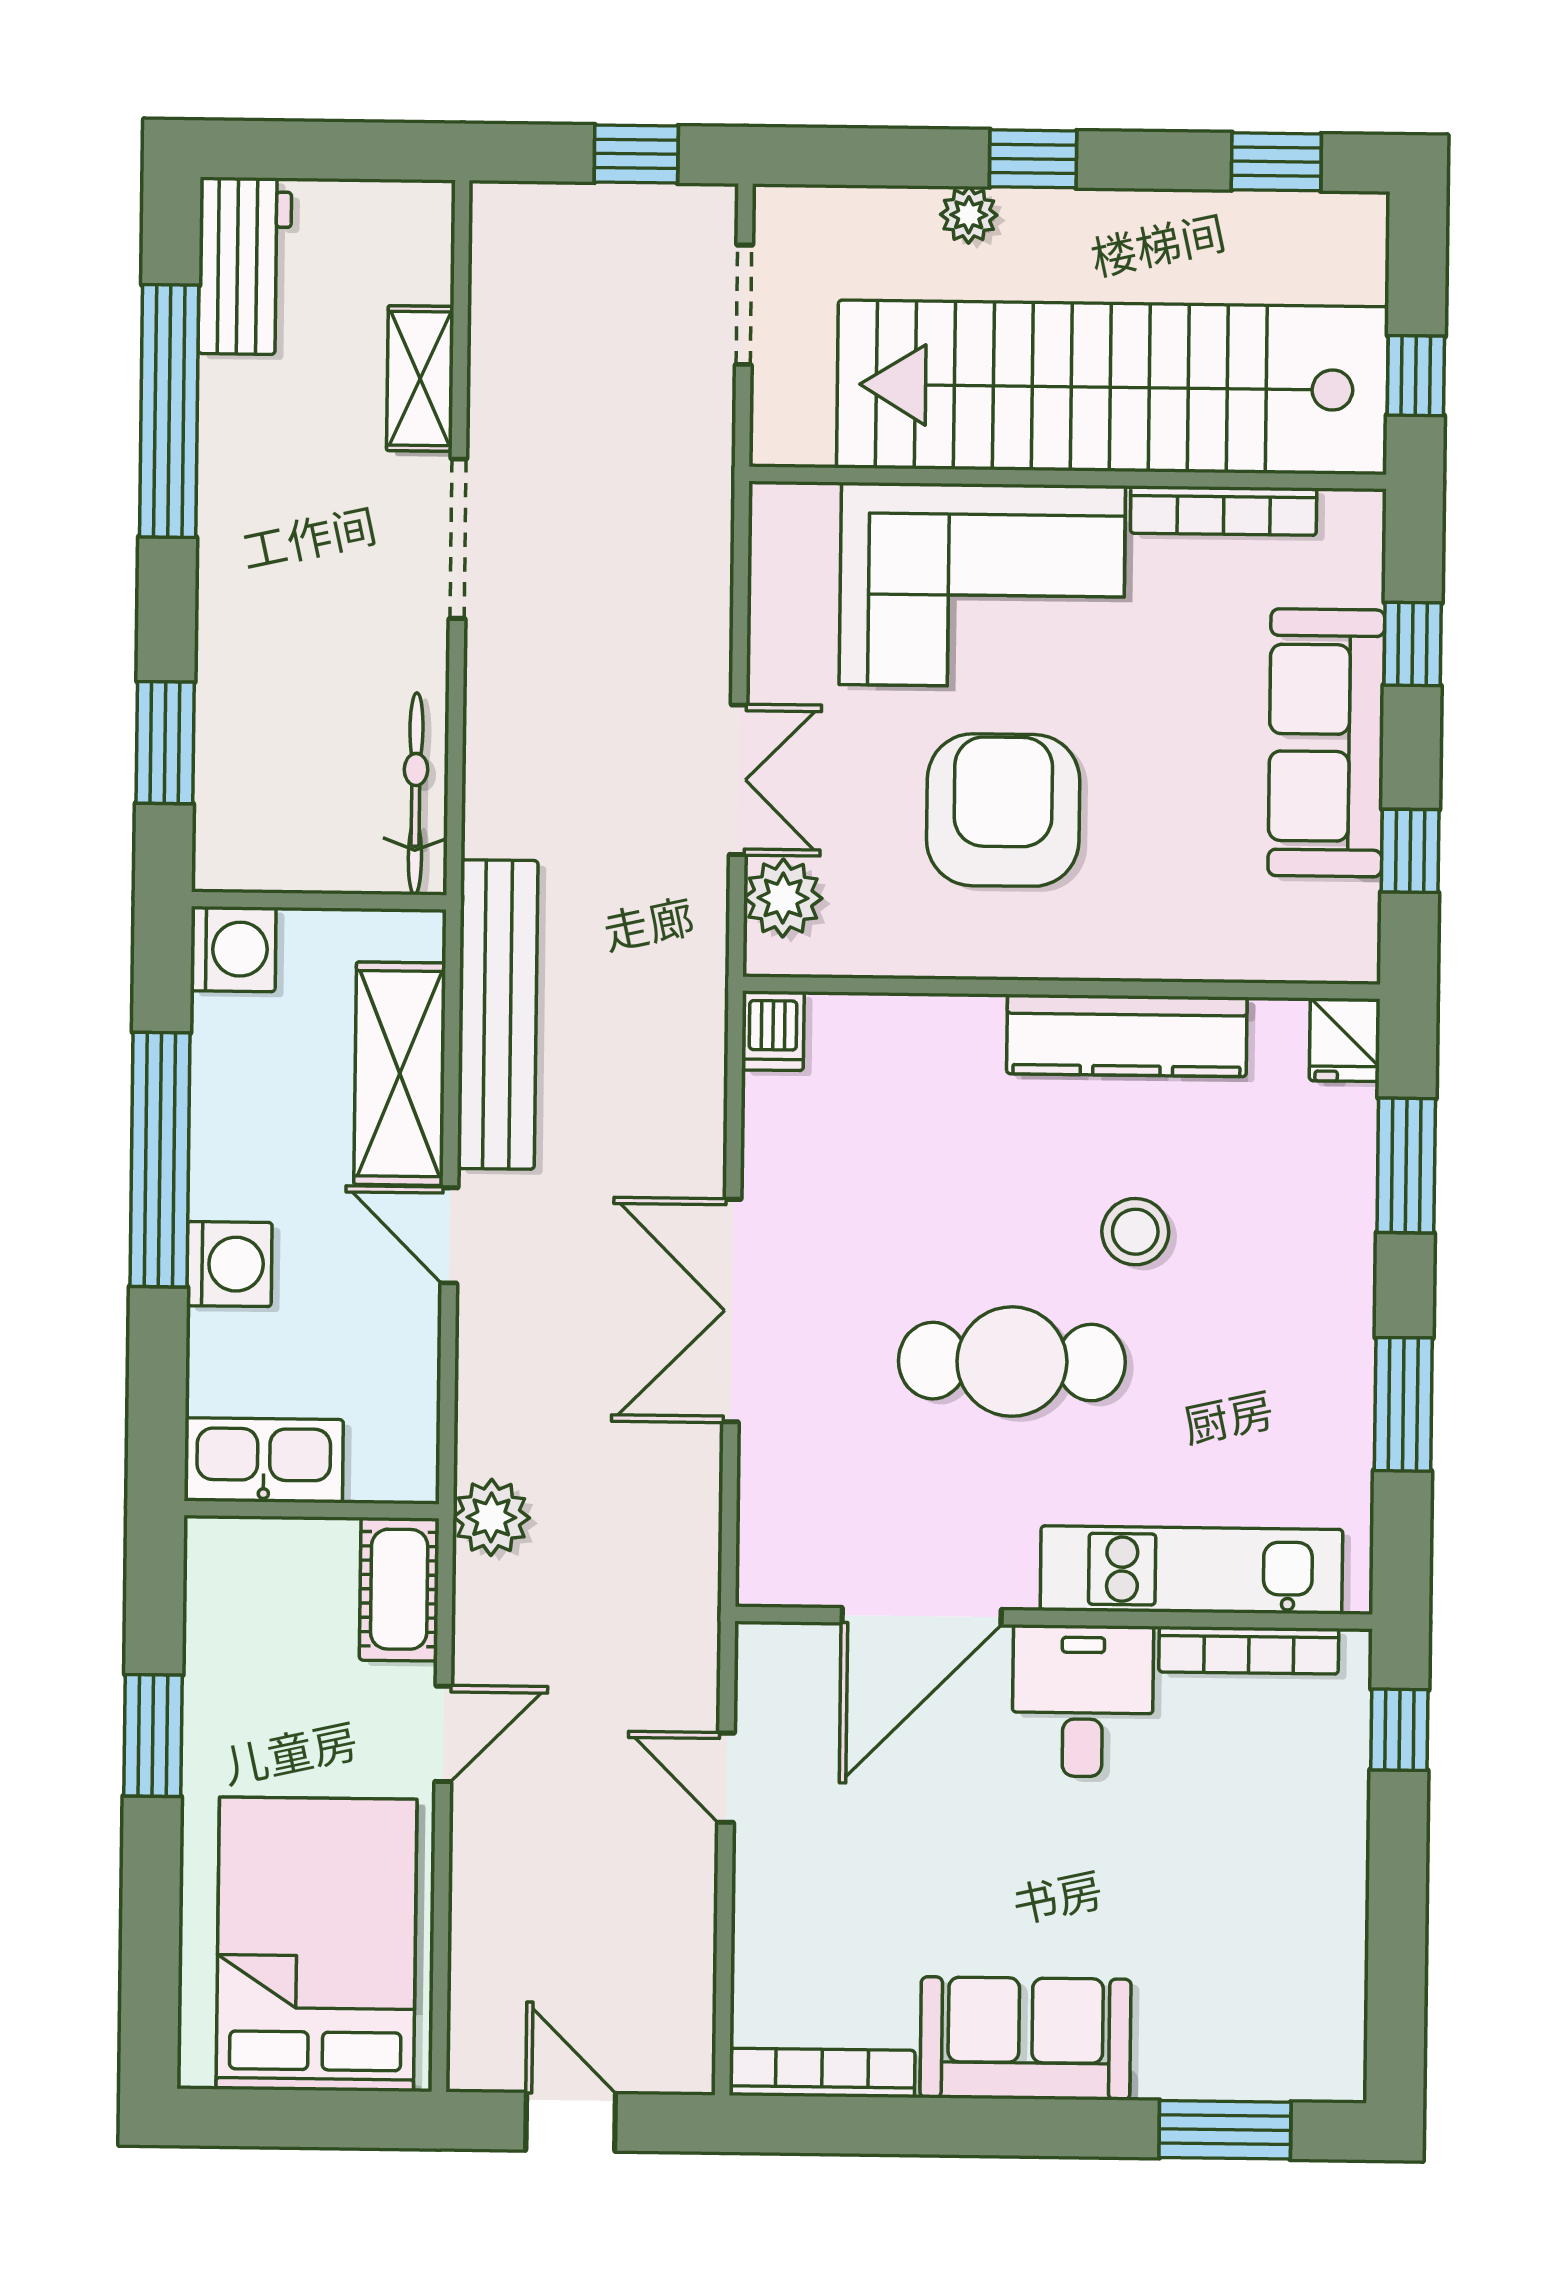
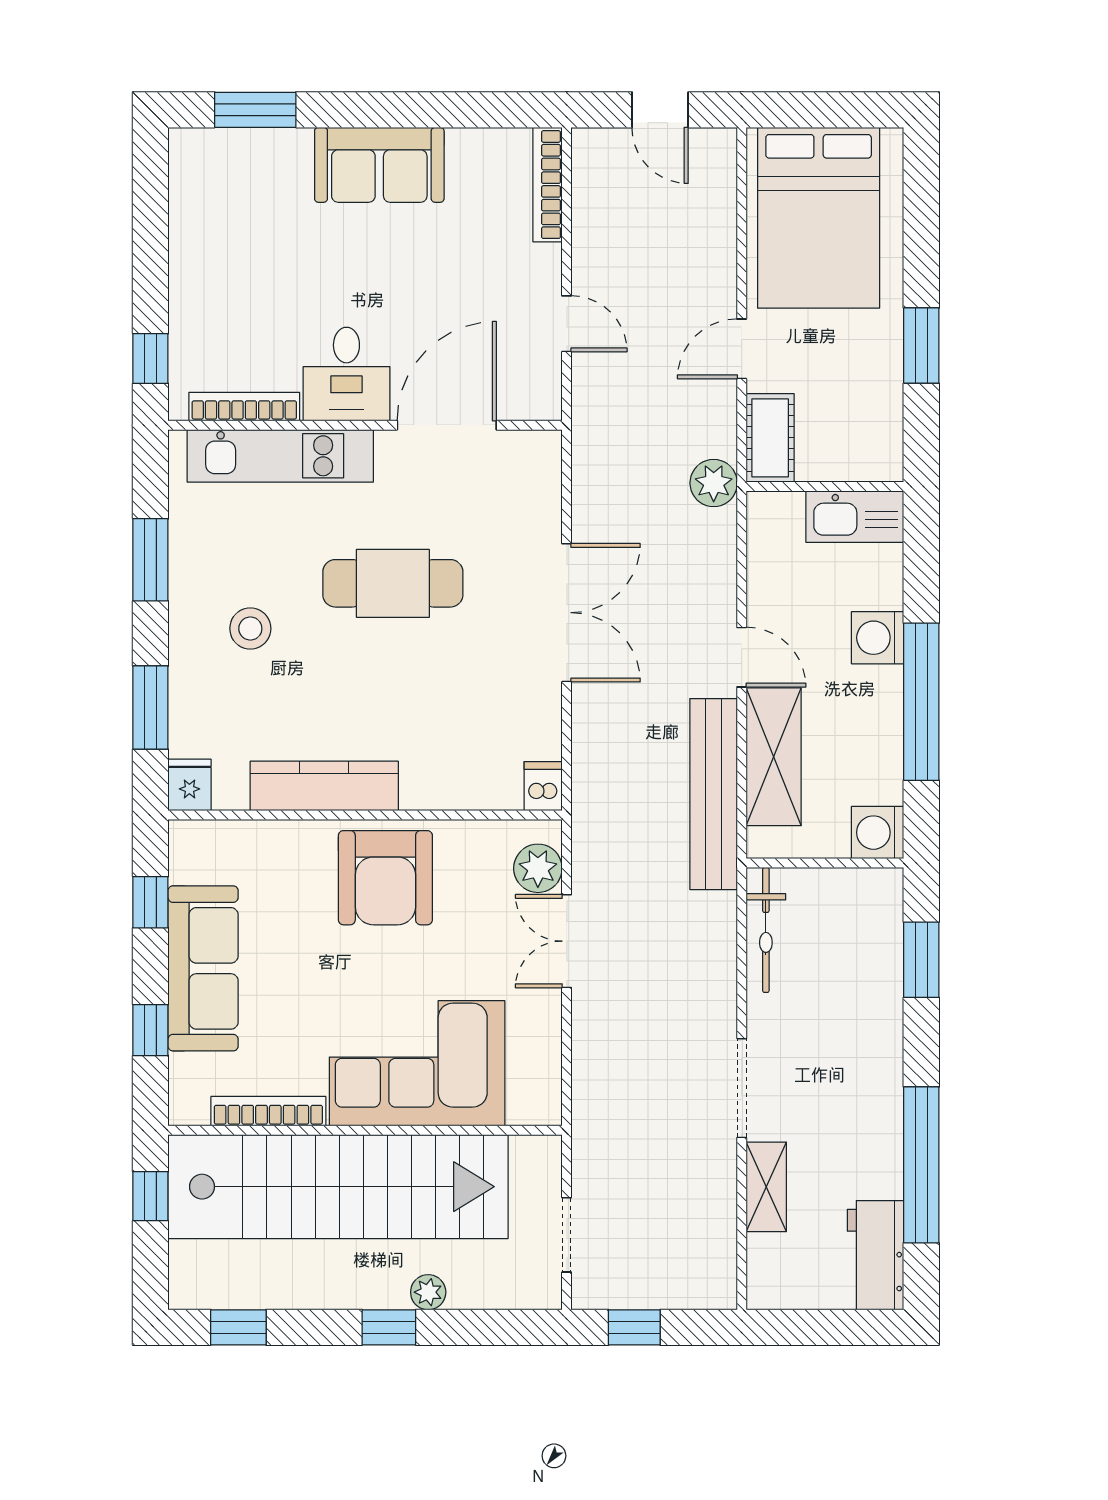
armchair: (1003, 810) -> (385, 878), moved
stool: (1135, 1232) -> (250, 629), moved
bookcase: (822, 2073) -> (547, 185), moved, turned 90

